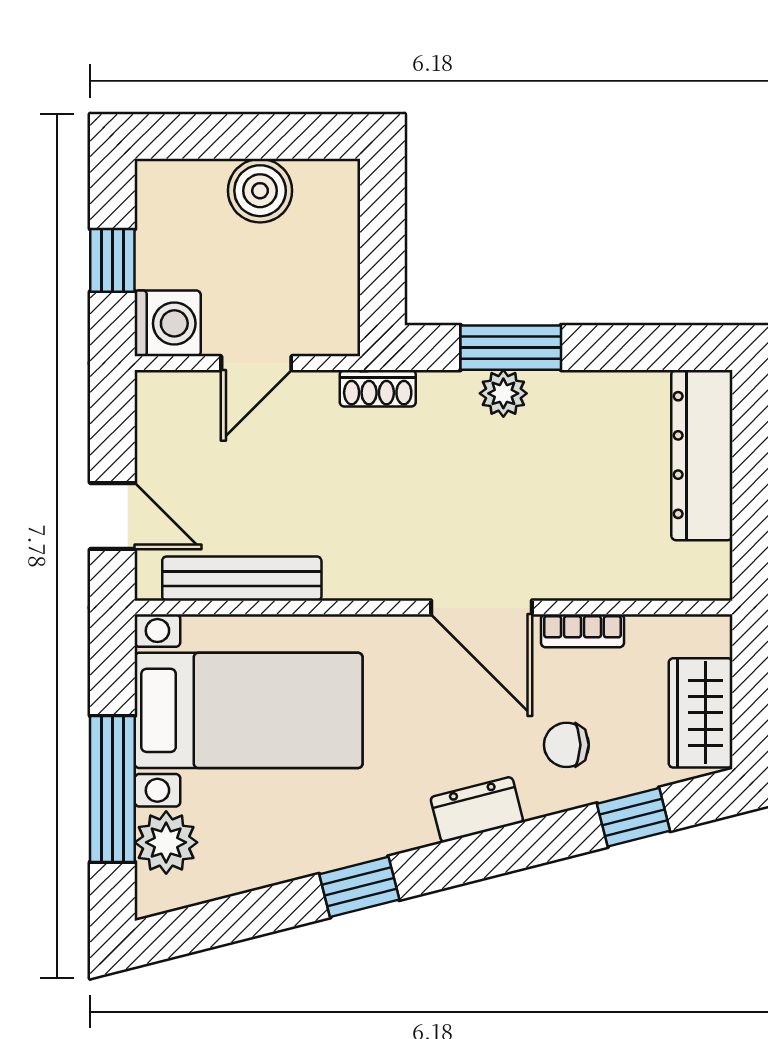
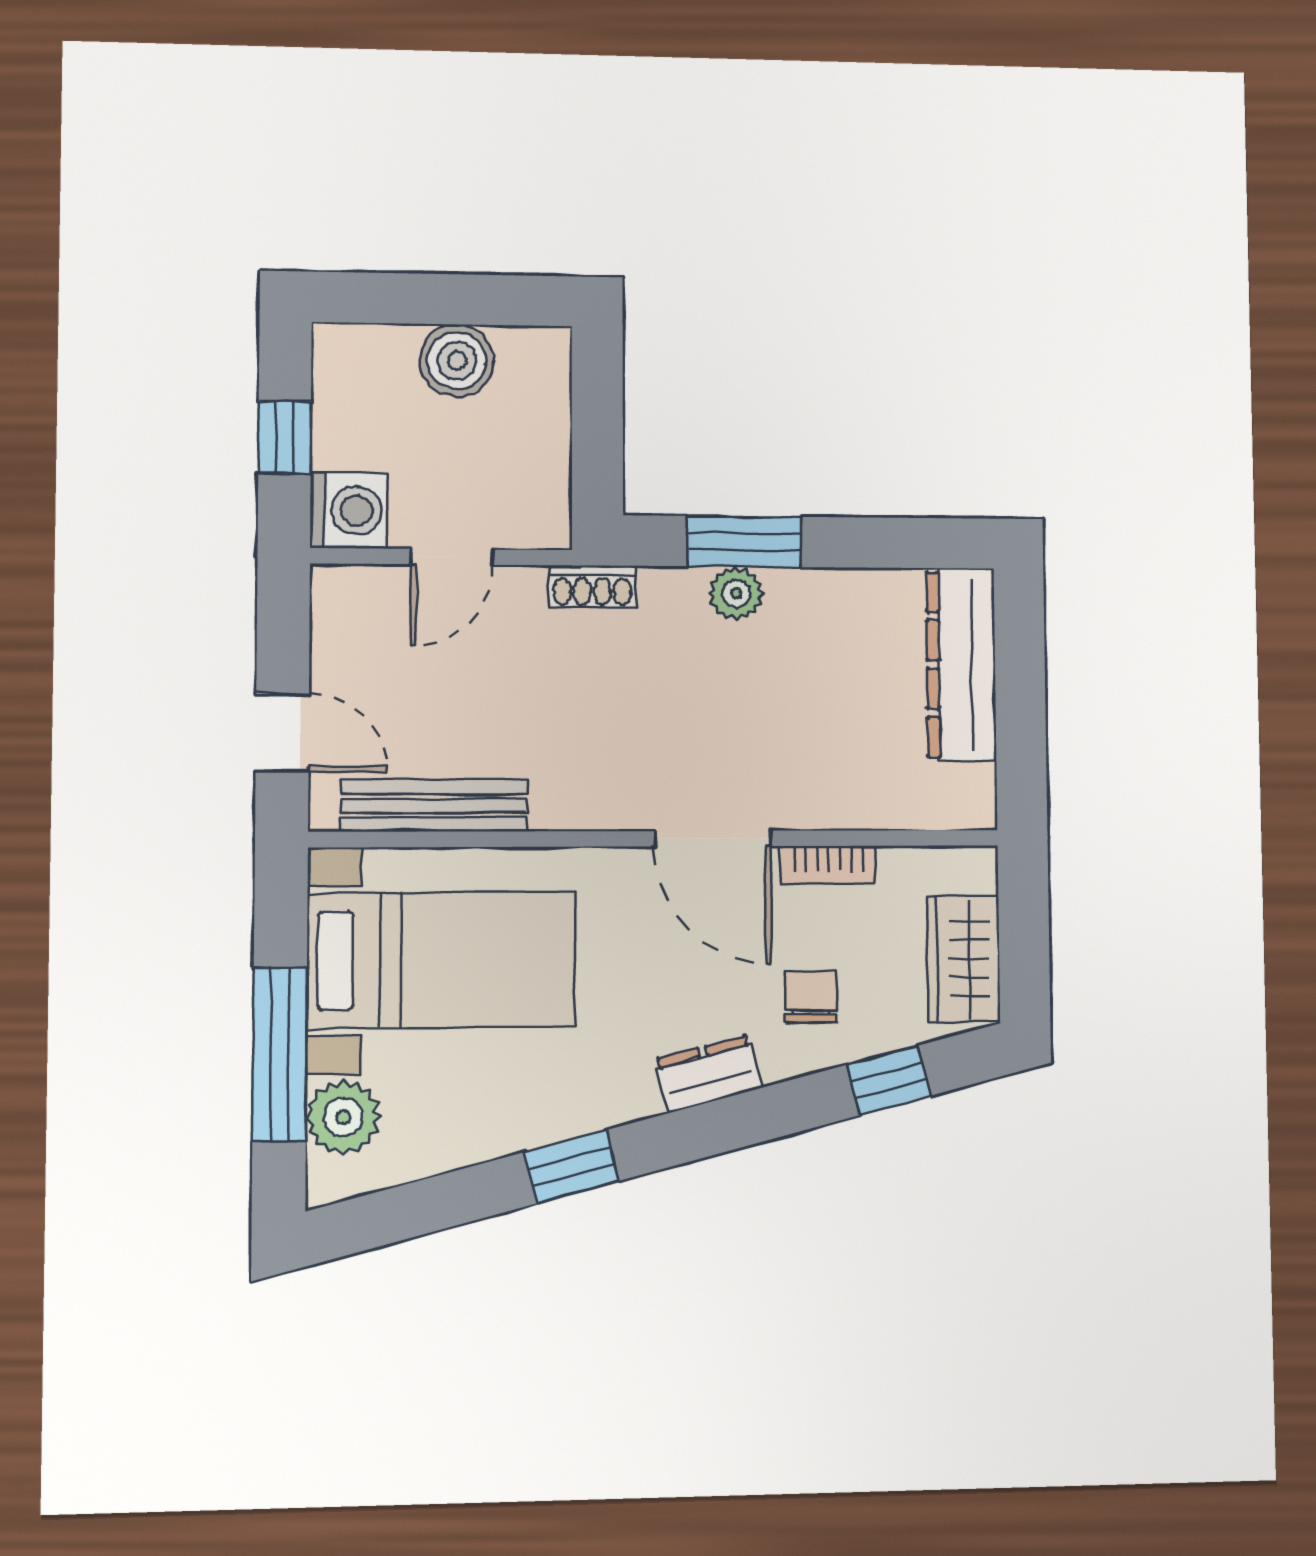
chair: (566, 745) -> (811, 997), turned 90

